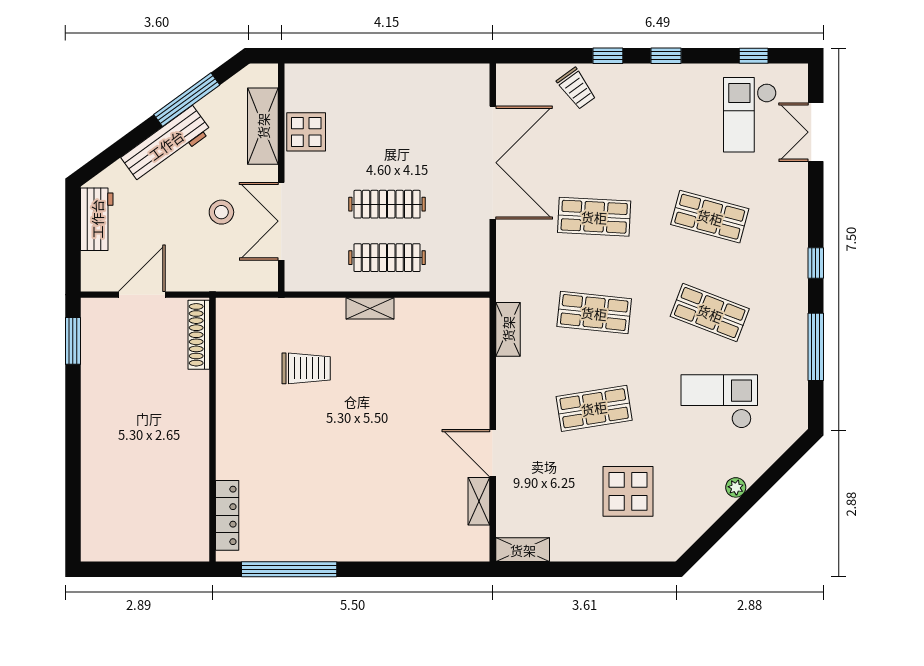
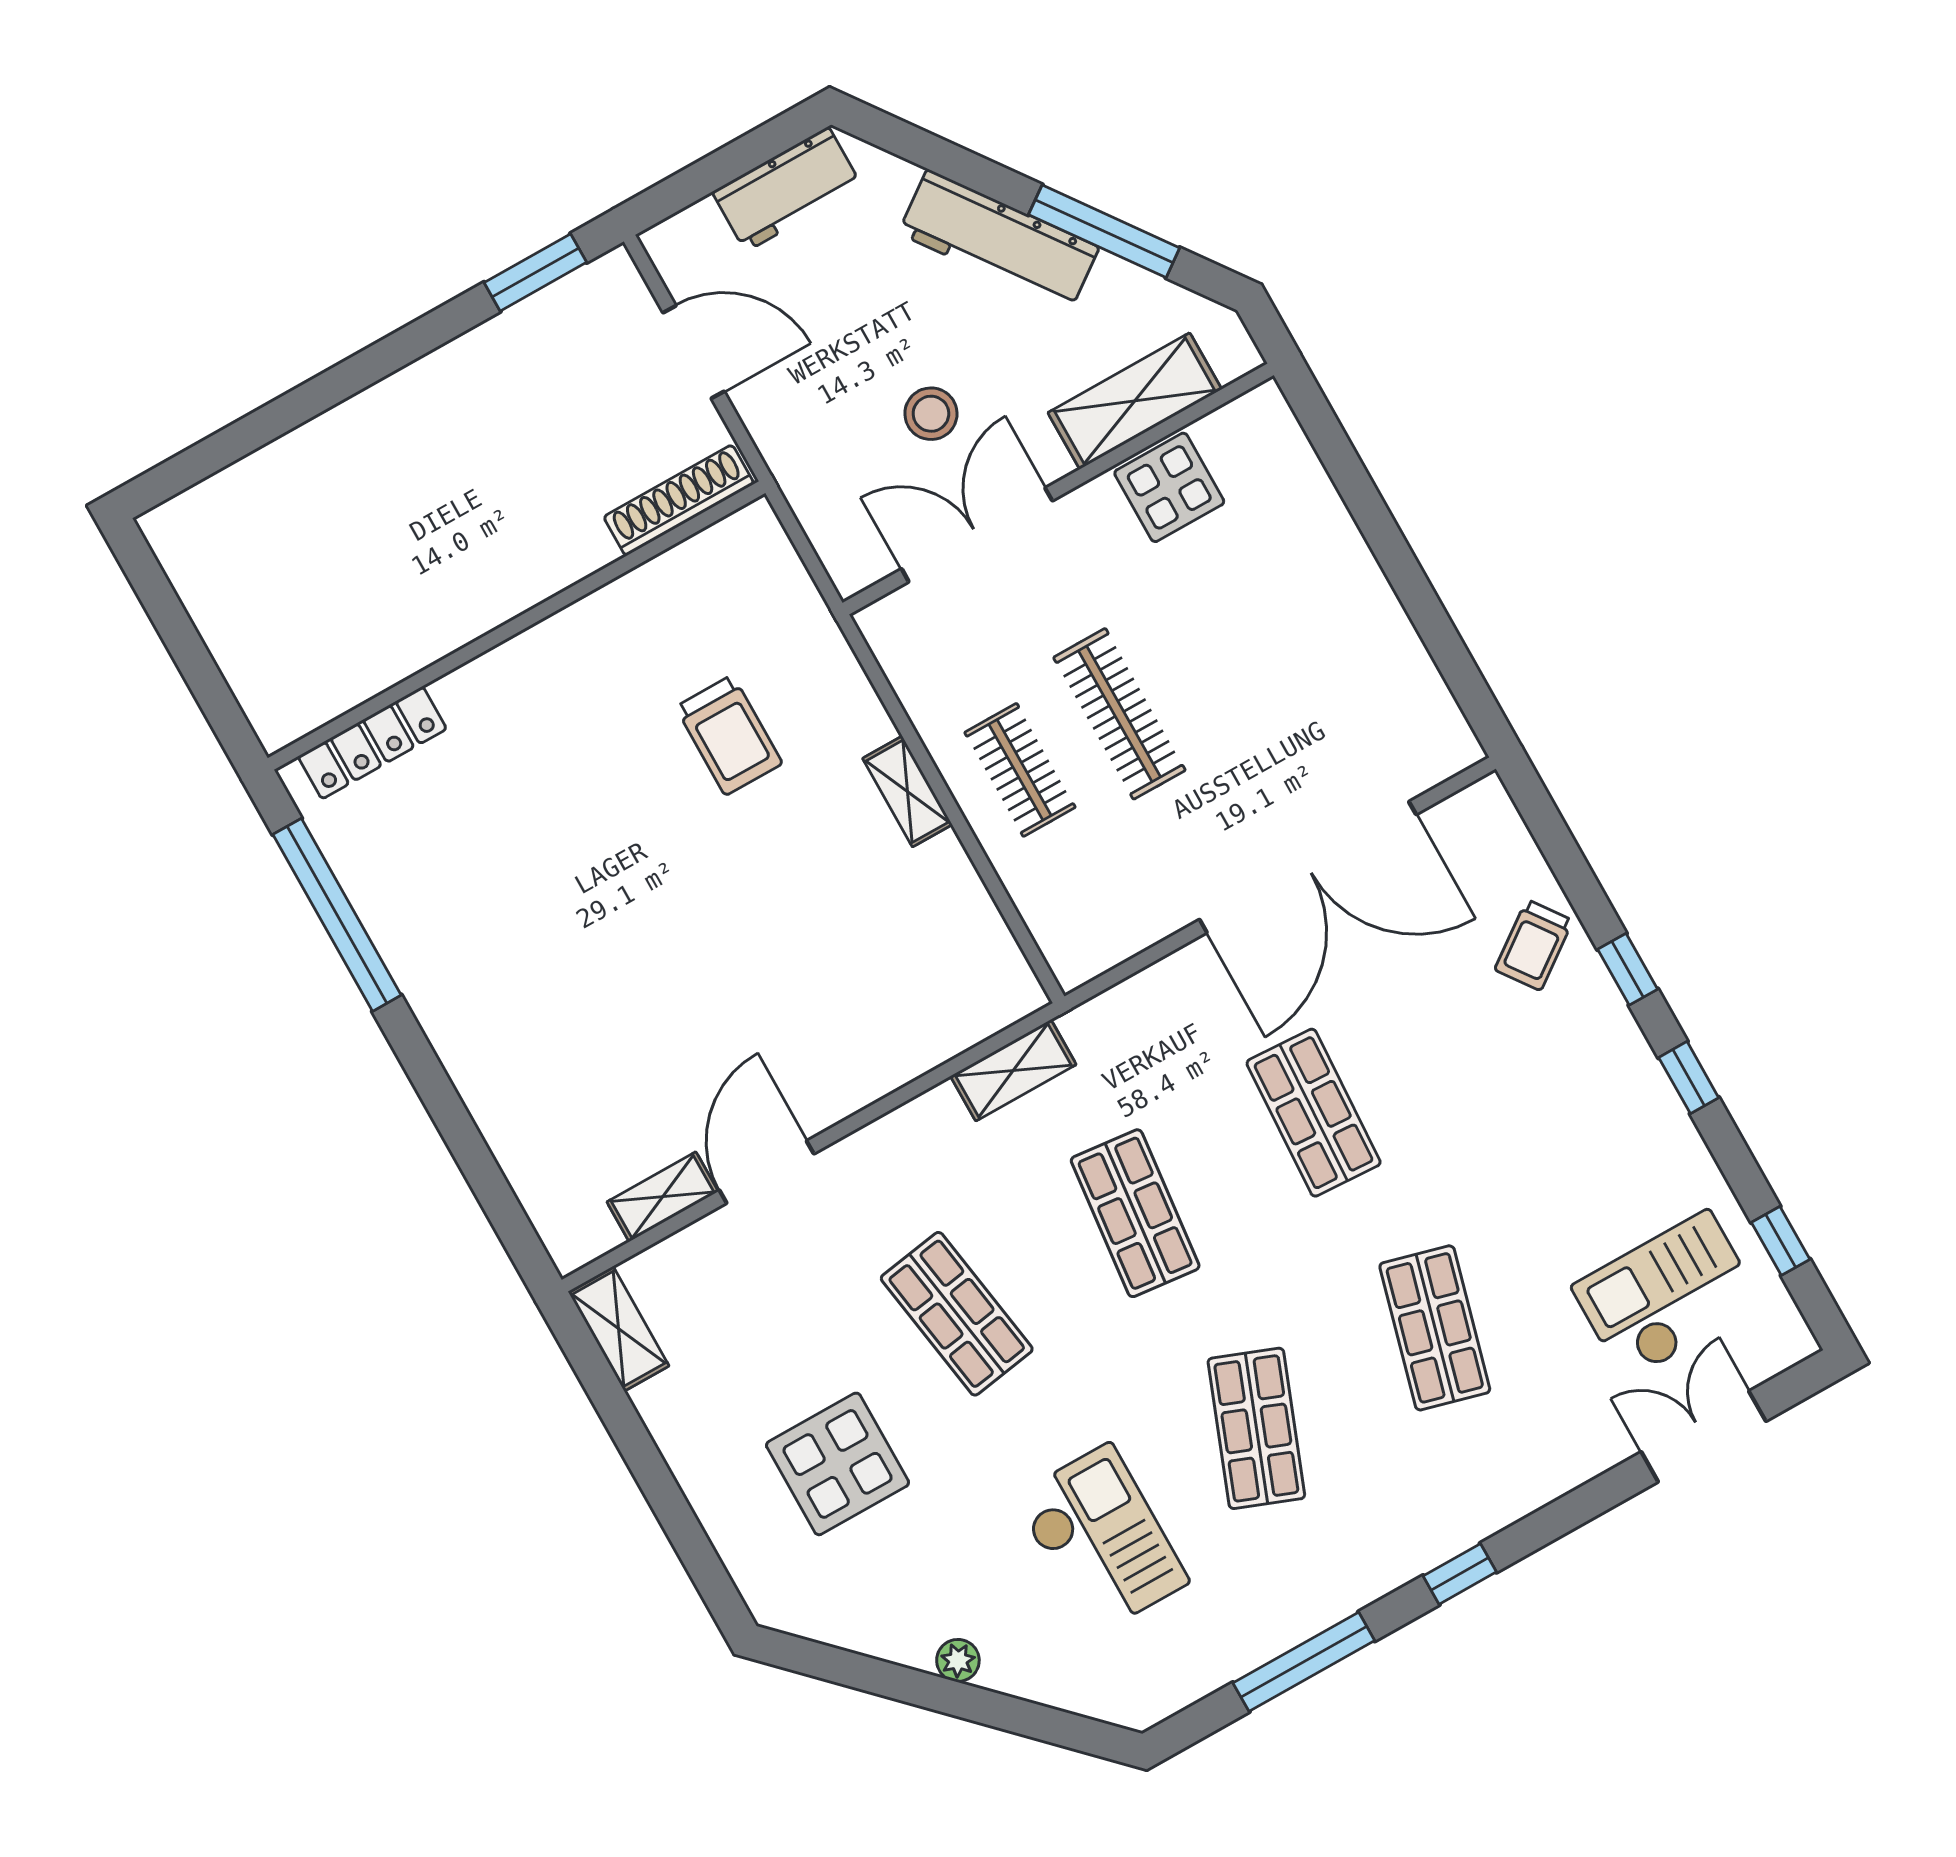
clothes rail: (387, 258) -> (1020, 770), width x0.73

